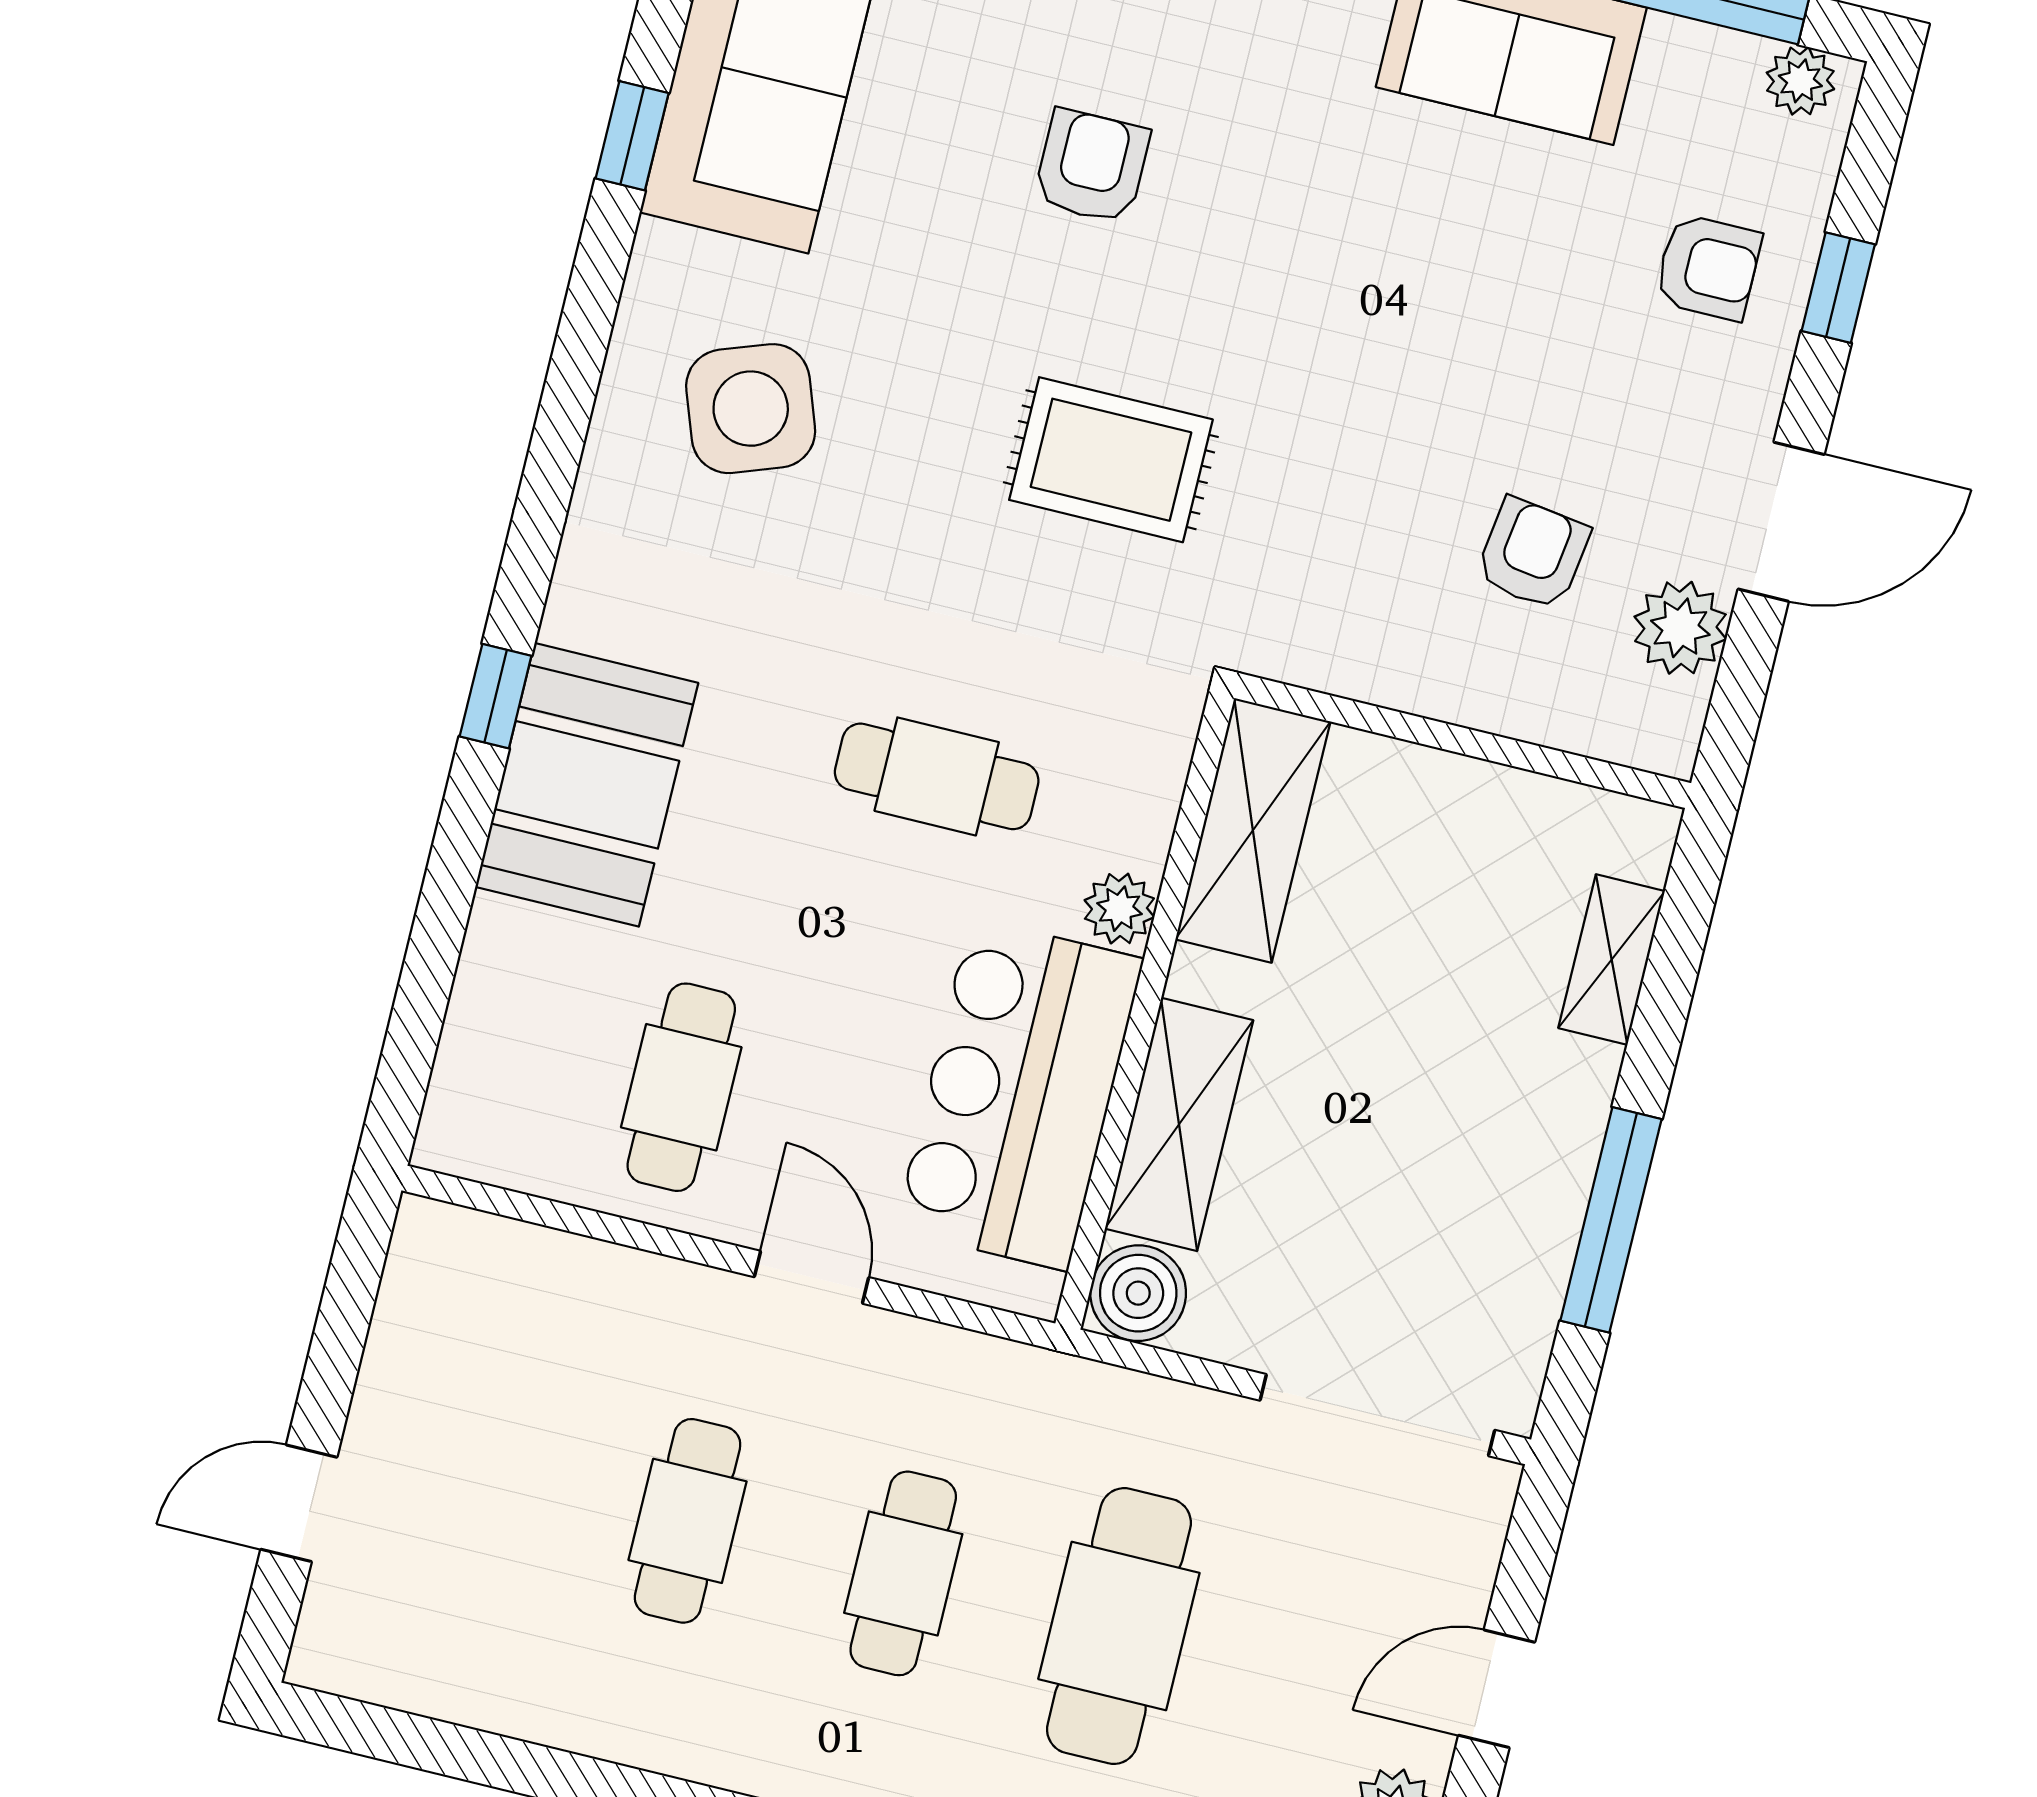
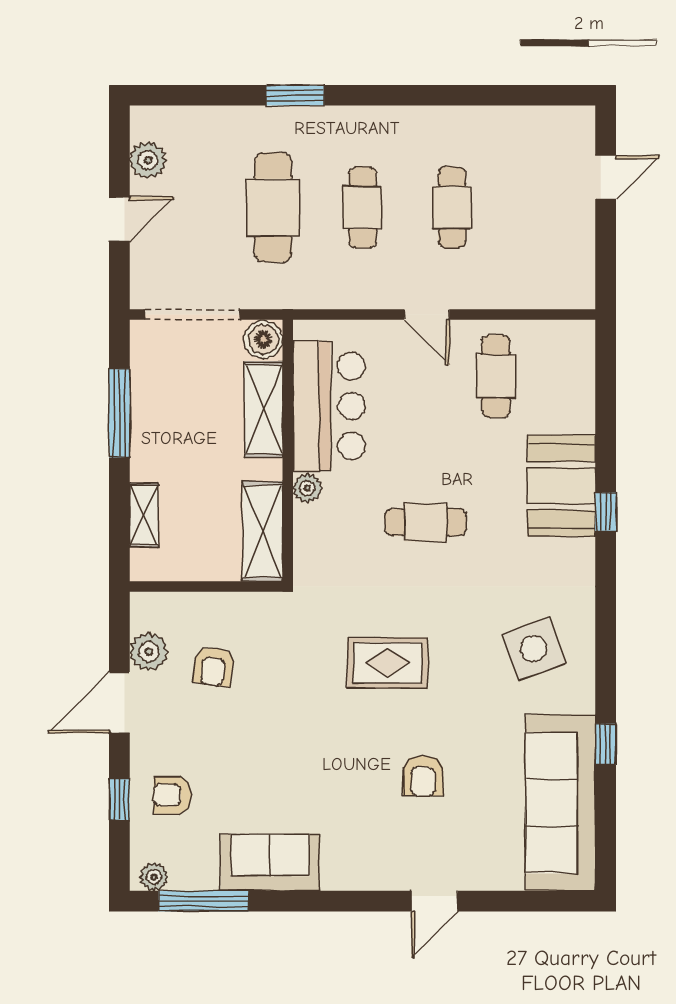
shelving: (1253, 830) -> (263, 531), moved
plant: (1119, 909) -> (307, 488), moved
wall: (1145, 1011) -> (288, 451), moved
bar counter: (1019, 1094) -> (329, 406), moved
shelving: (1179, 1124) -> (264, 409), moved
boiler: (1138, 1293) -> (263, 339), moved

